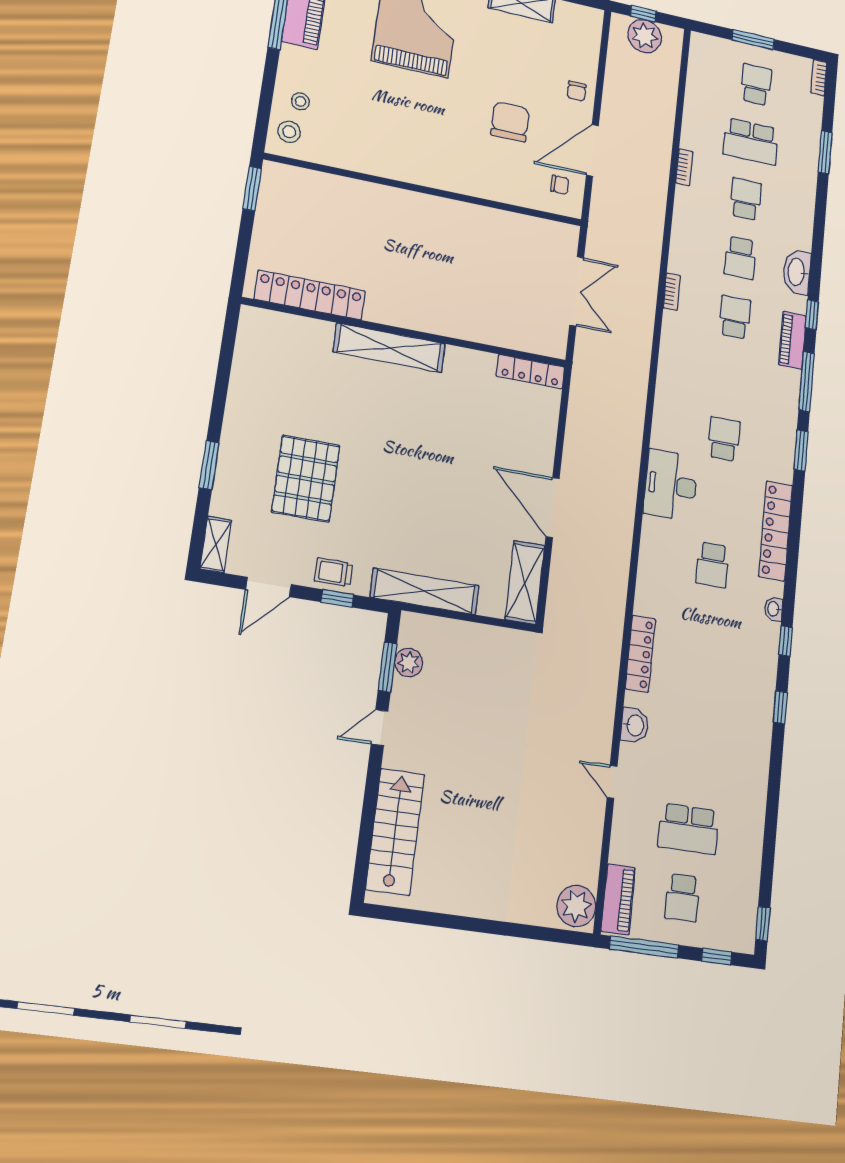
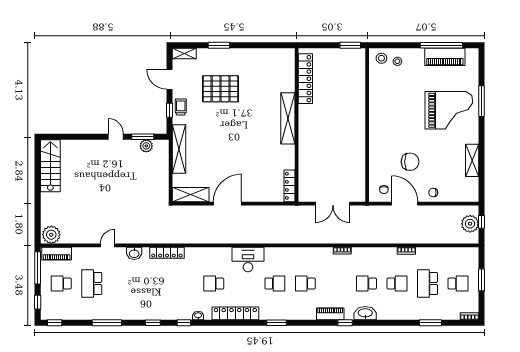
school desk: (735, 317) -> (305, 284), moved, turned 180
window: (807, 381) -> (107, 323), moved
stairs: (395, 832) -> (50, 166), moved, turned -90

